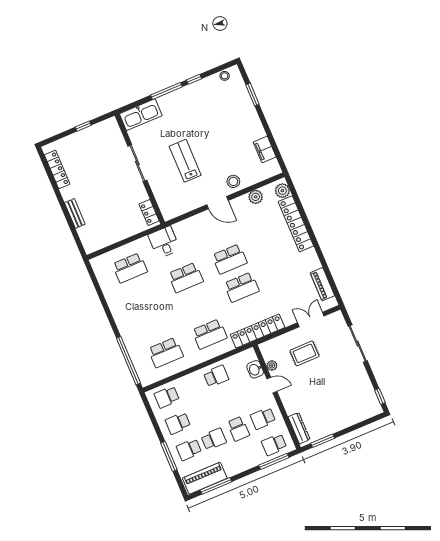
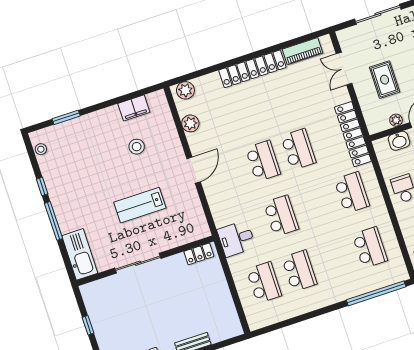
stool: (233, 181) -> (137, 147), moved
locker: (296, 224) -> (252, 69), moved
school desk: (142, 296) -> (299, 271), added

